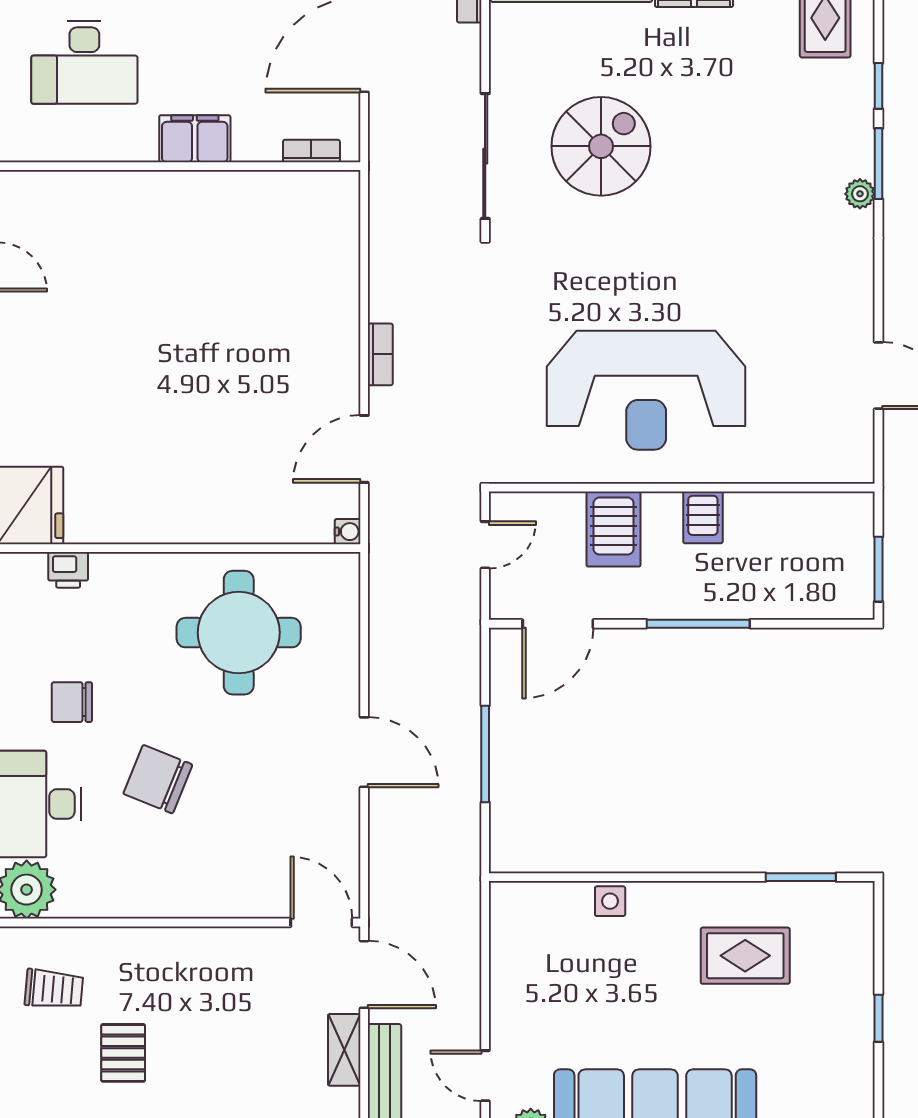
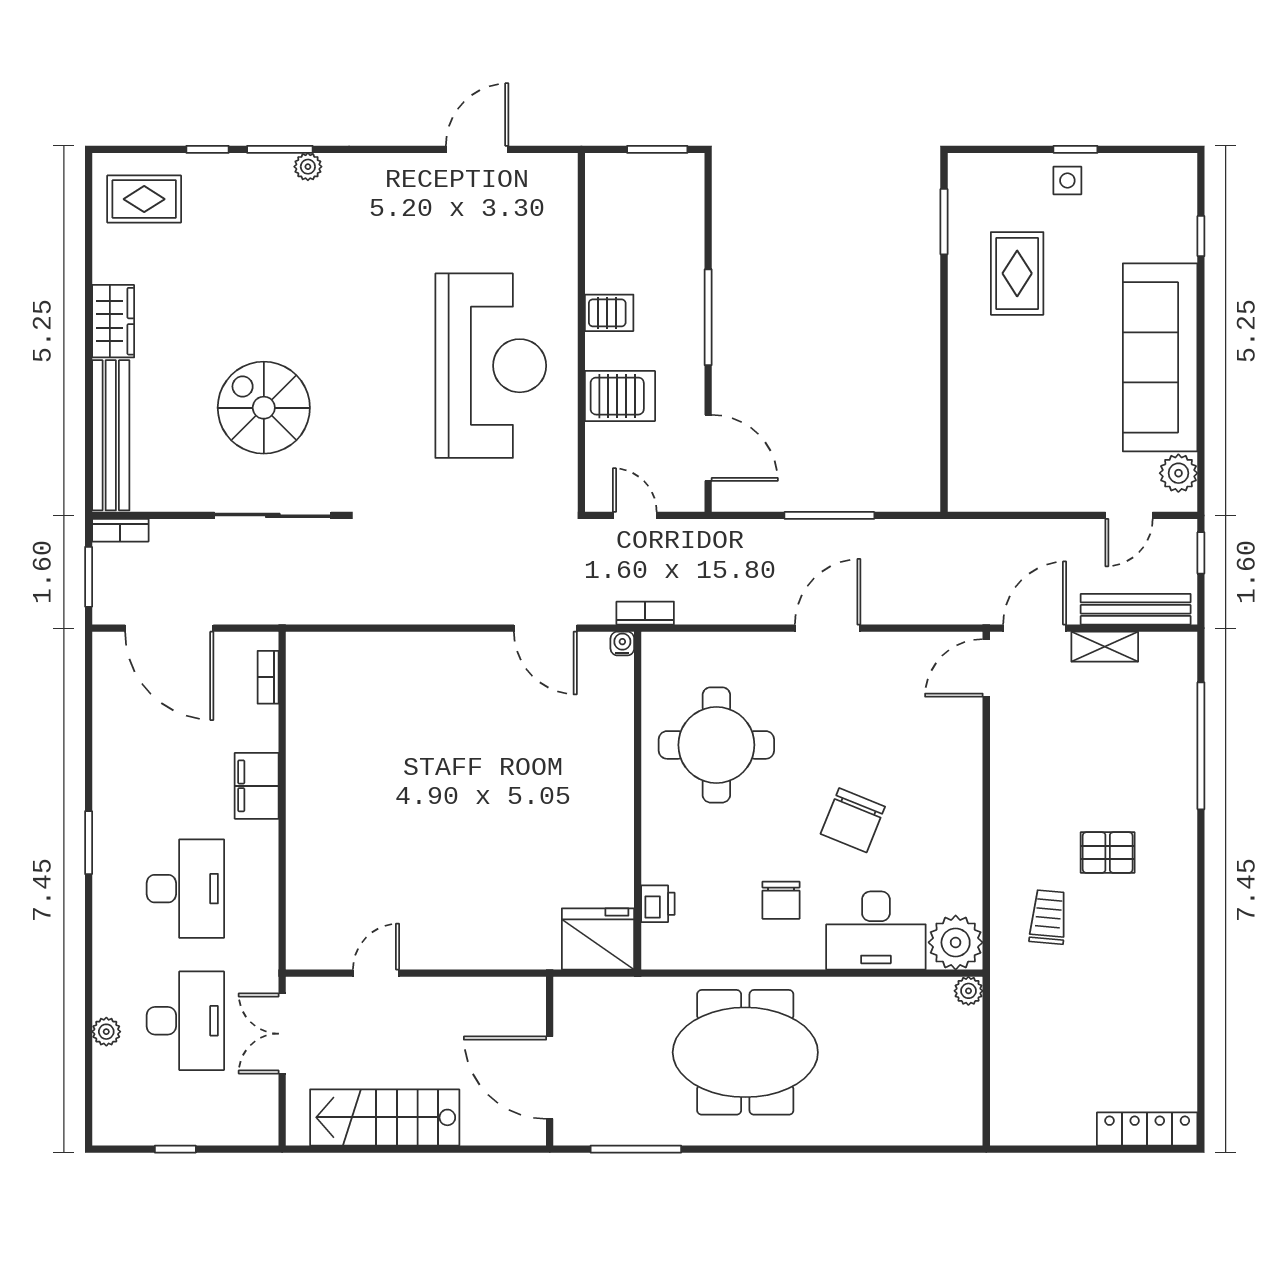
bookcase: (380, 354) -> (645, 613), moved
side table: (610, 901) -> (1067, 180), moved

